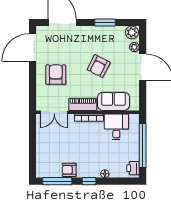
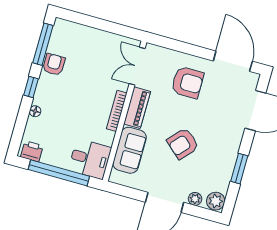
armchair: (99, 66) -> (183, 144), turned -75
desk: (116, 127) -> (90, 159), moved

